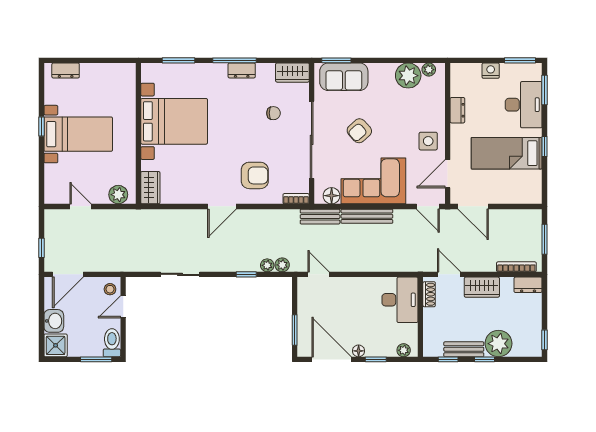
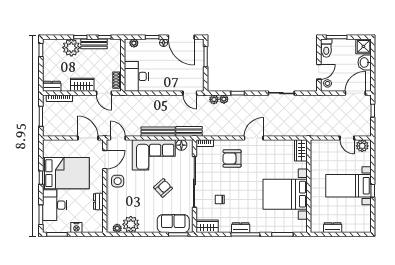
dresser: (66, 71) -> (333, 228), moved
bed: (507, 153) -> (66, 173), width x1.50
plant: (118, 195) -> (362, 146), moved

